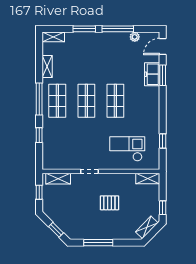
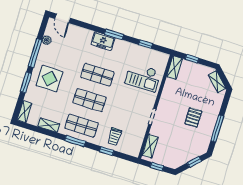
display table: (96, 52) -> (49, 79), added
freezer: (152, 74) -> (103, 41), moved
window: (163, 75) -> (114, 34), moved
window: (39, 99) -> (75, 141), width x0.69
trolley: (57, 139) -> (115, 137), added
checkout: (127, 149) -> (143, 77), turned -90
pallet: (109, 203) -> (193, 117), moved
window: (163, 208) -> (192, 59), moved

